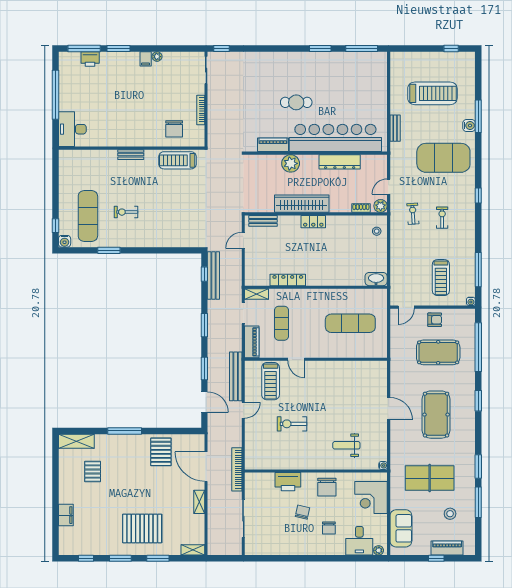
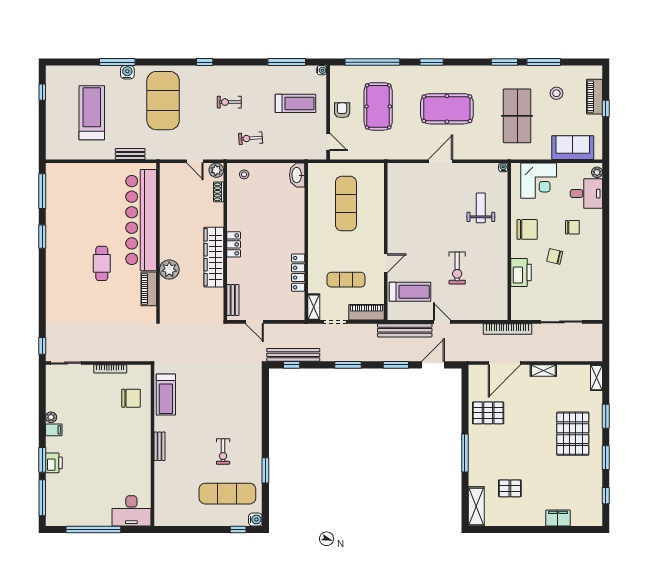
printer: (90, 59) -> (54, 463), moved
dresser: (340, 162) -> (168, 215), removed
exercise bike: (413, 214) -> (251, 138), moved
weight bench: (346, 445) -> (481, 208), turned 180

